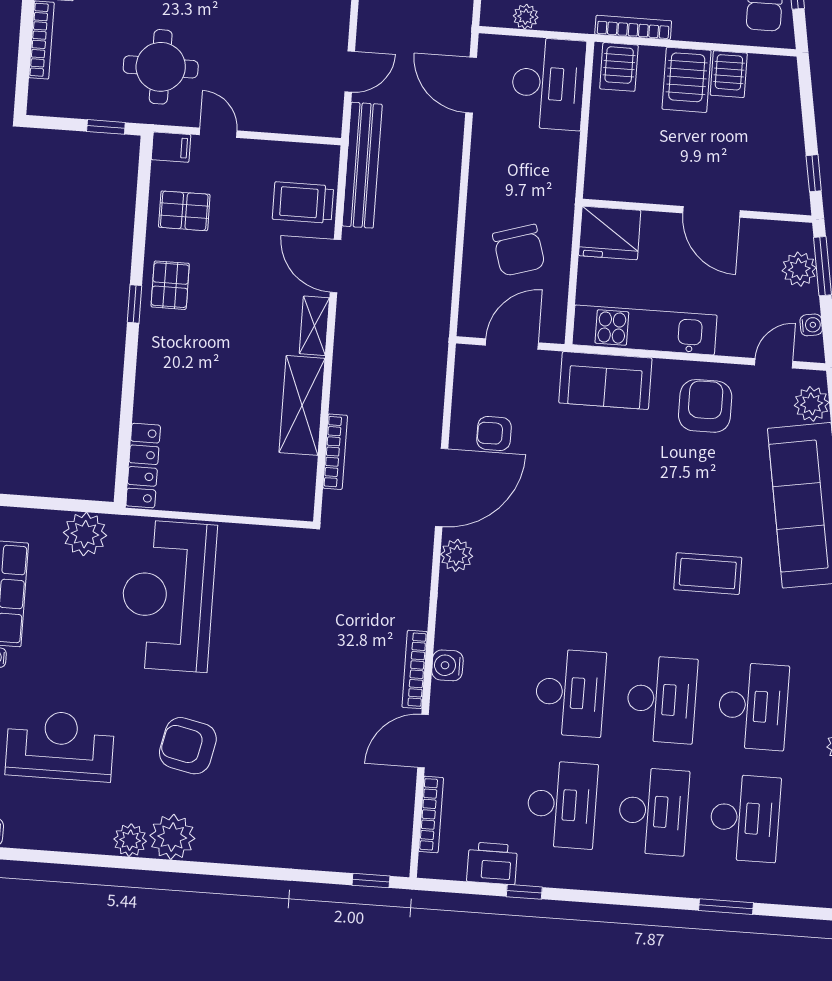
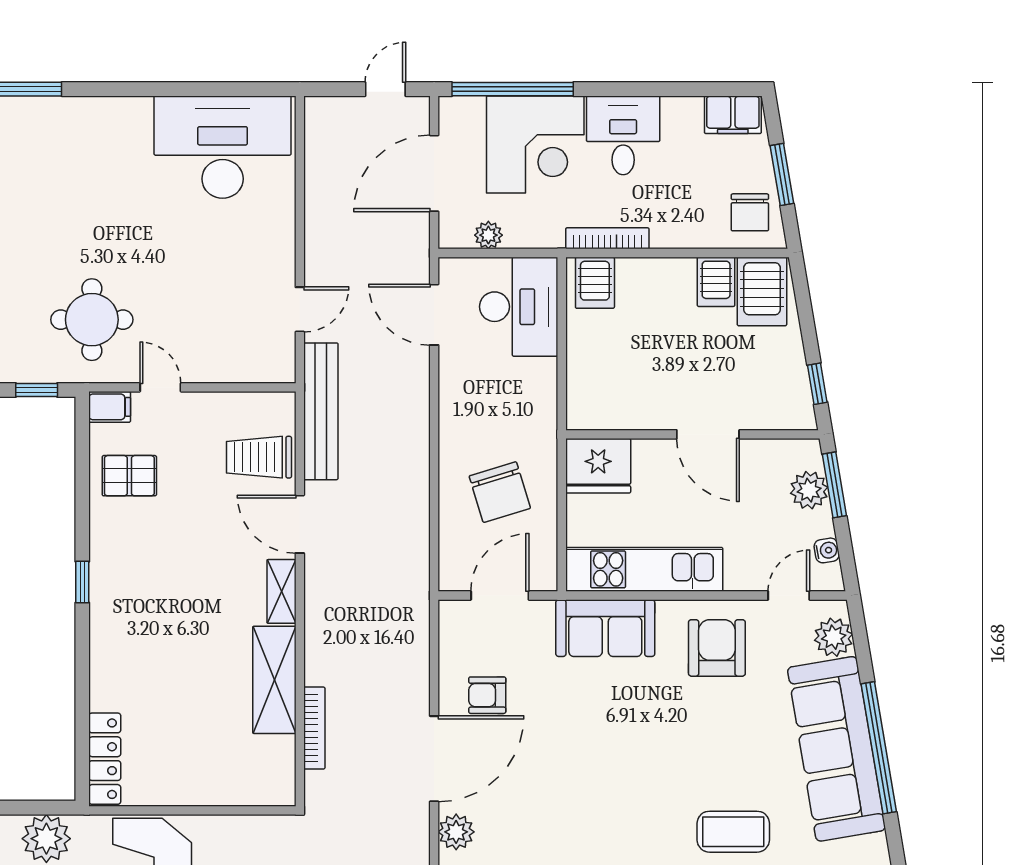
server rack: (687, 80) -> (762, 291), moved
pallet: (170, 285) -> (120, 558), removed

